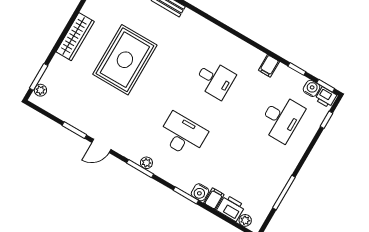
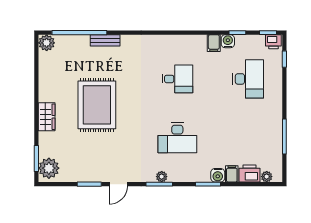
wardrobe: (75, 37) -> (47, 117), width x0.67
water cooler: (312, 88) -> (228, 41), moved
plant: (40, 90) -> (49, 168), width x1.88, depth x1.88
desk: (183, 135) -> (177, 138), turned 180

